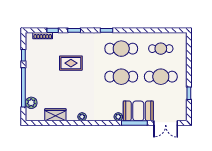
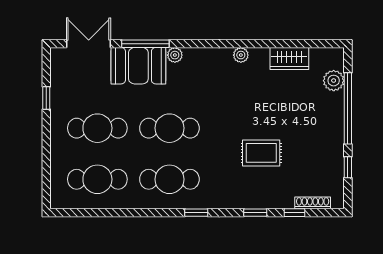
cafe table: (161, 49) -> (97, 179), width x1.37, depth x1.35

